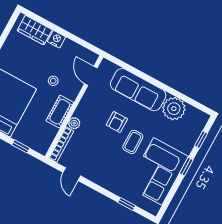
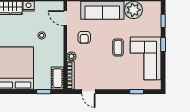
cot: (60, 112) -> (57, 78), moved
armchair: (117, 122) -> (84, 37), moved

